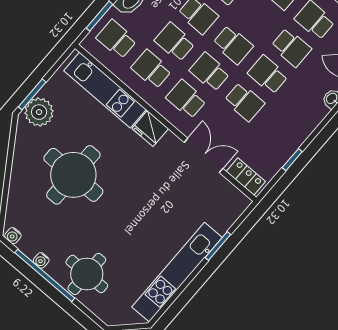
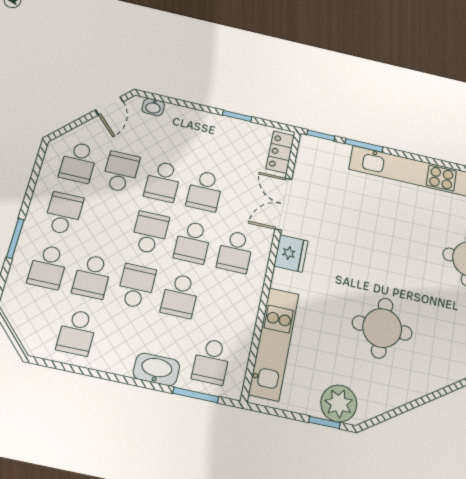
school desk: (151, 69) -> (224, 305), removed
window: (32, 94) -> (324, 422), width x0.67
school desk: (244, 102) -> (205, 191), turned 180
fridge: (150, 129) -> (291, 253), moved
round table: (73, 175) -> (382, 328), width x0.73, depth x0.73
window: (243, 216) -> (321, 135), added

